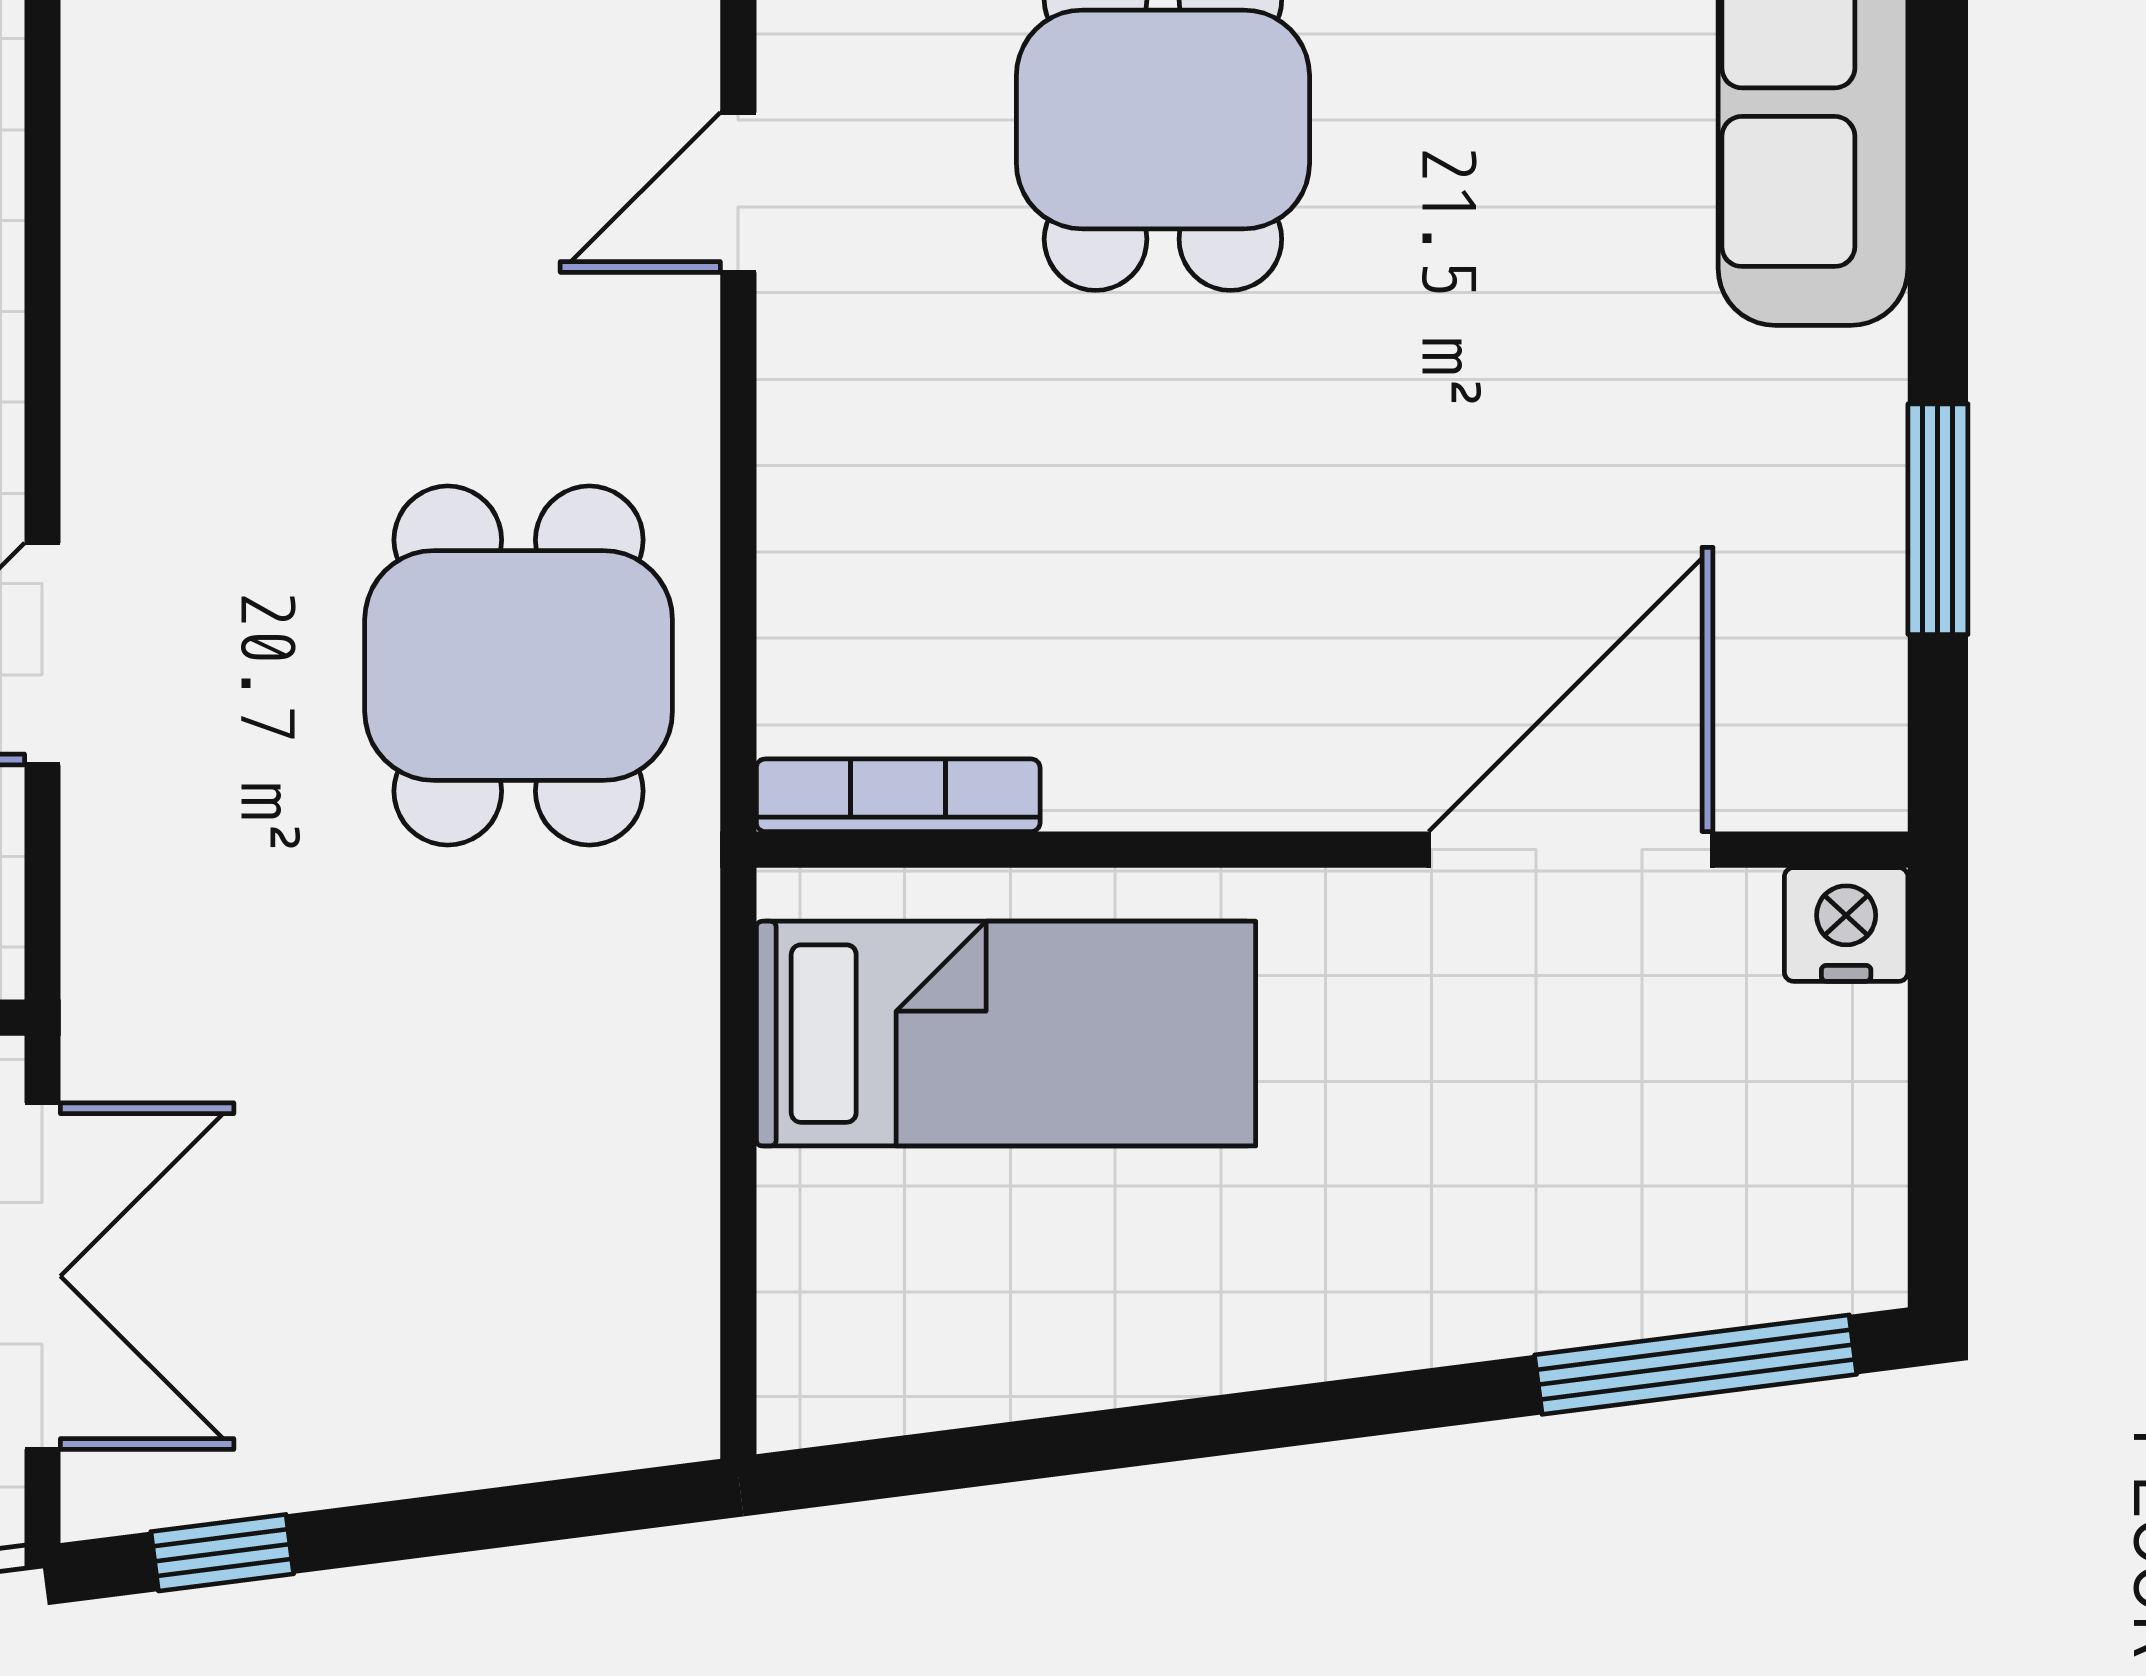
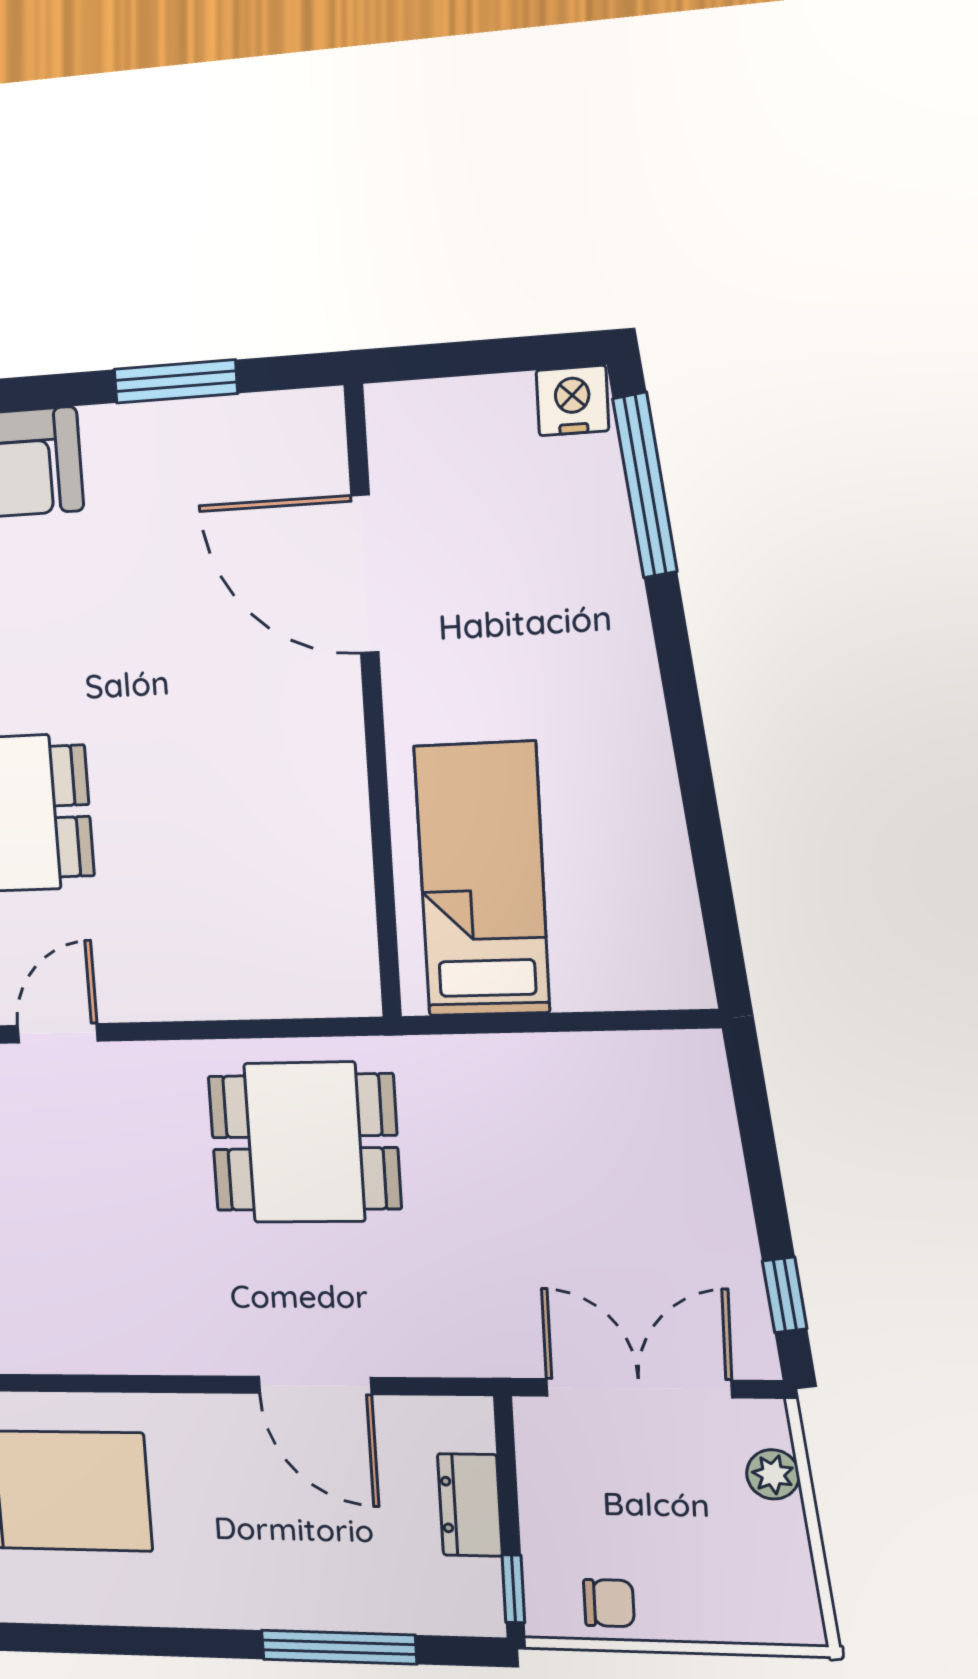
door: (738, 192) -> (58, 1033), swing flipped
bookcase: (898, 795) -> (359, 942), removed
nightstand: (1846, 924) -> (572, 401), moved, turned 90

